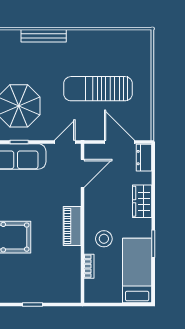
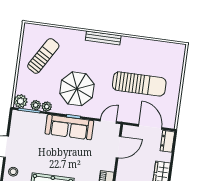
sun lounger: (98, 89) -> (139, 84), turned 180

